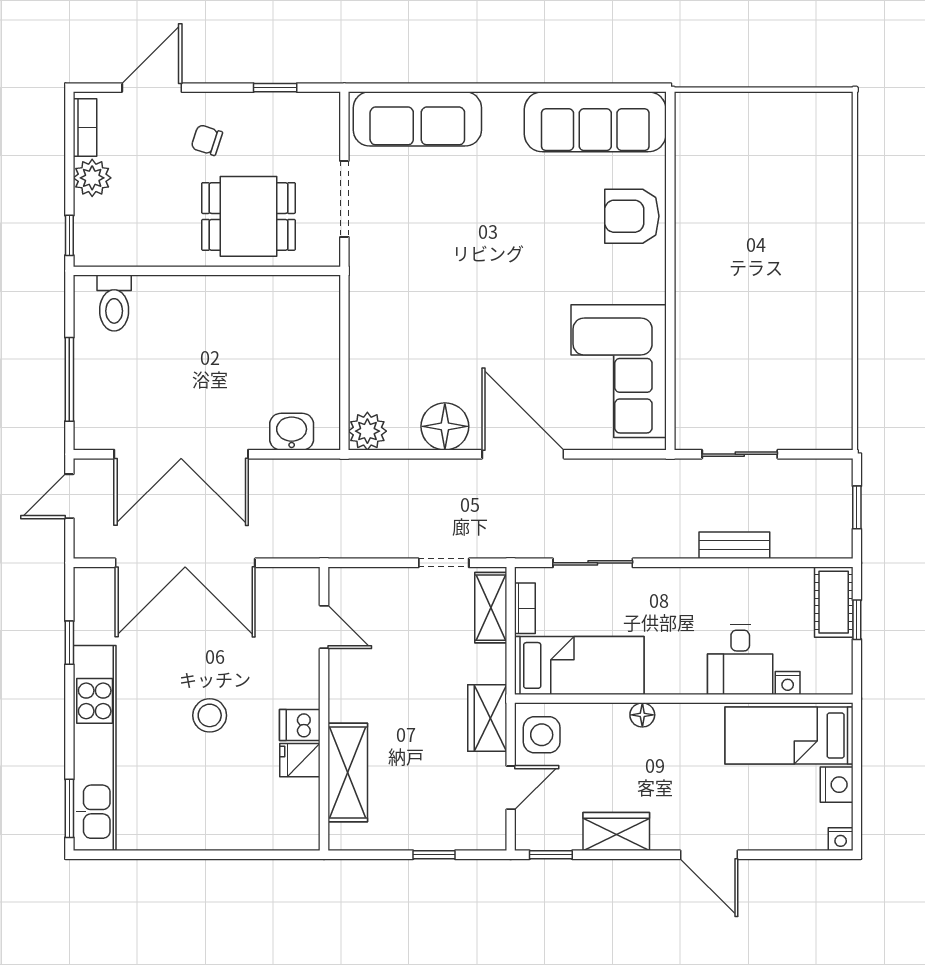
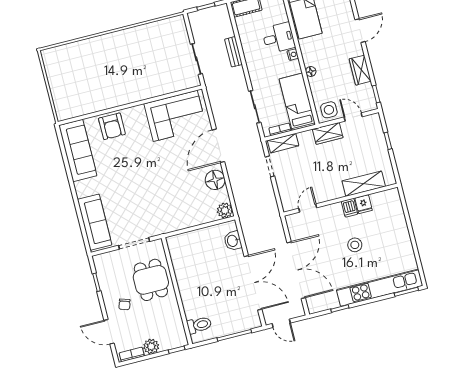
nightstand: (788, 683) -> (293, 55), moved

